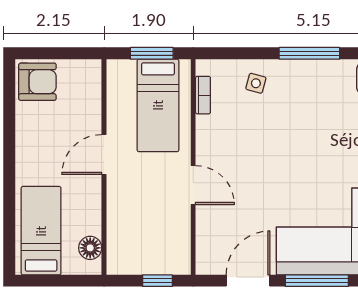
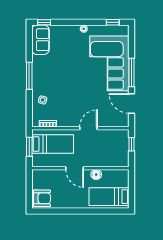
armchair: (37, 82) -> (42, 198), turned 90
floor lamp: (90, 248) -> (96, 175), moved

